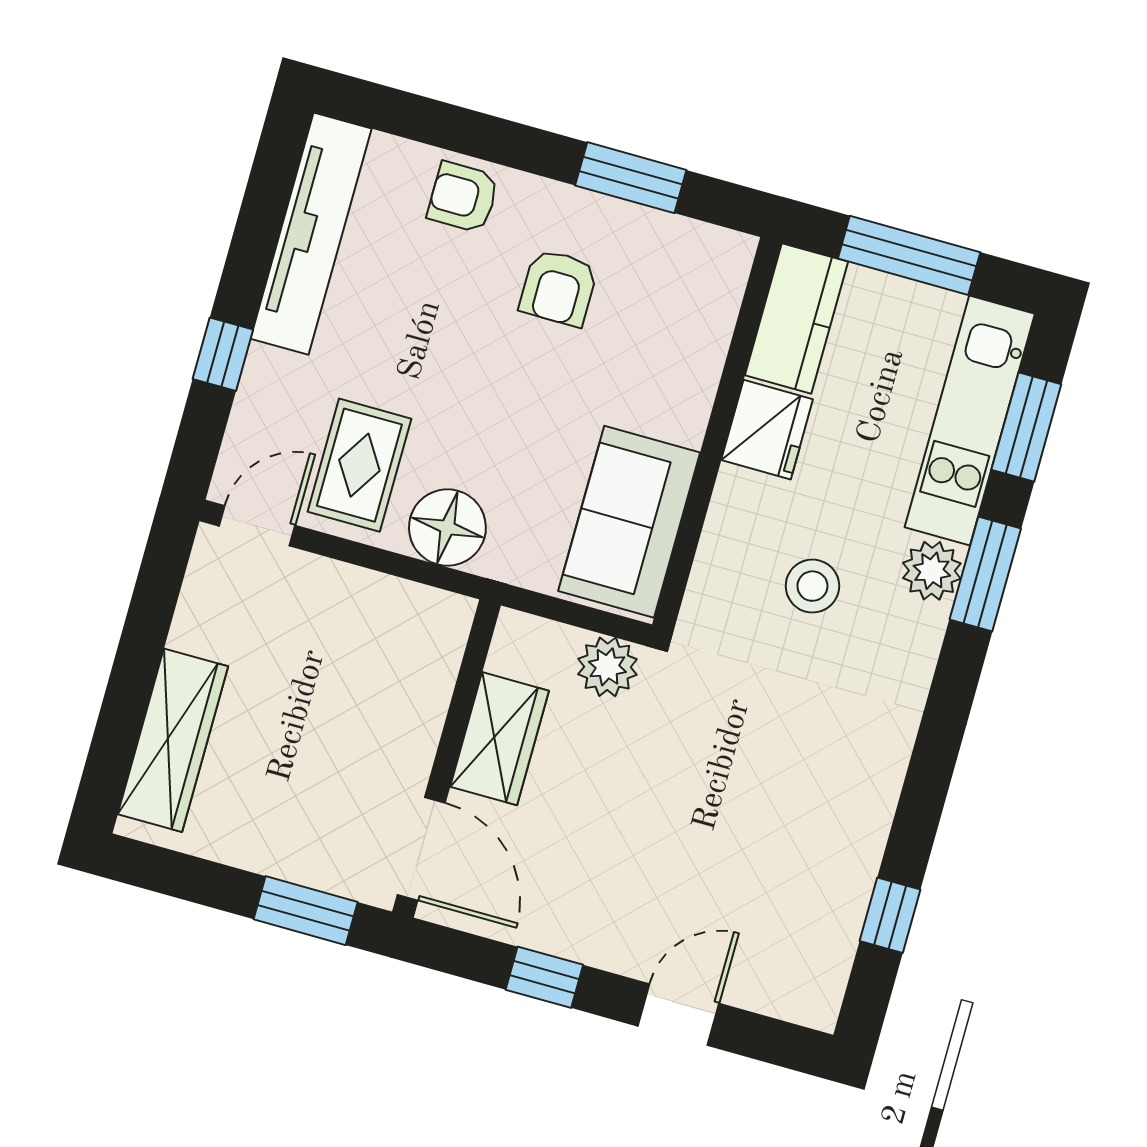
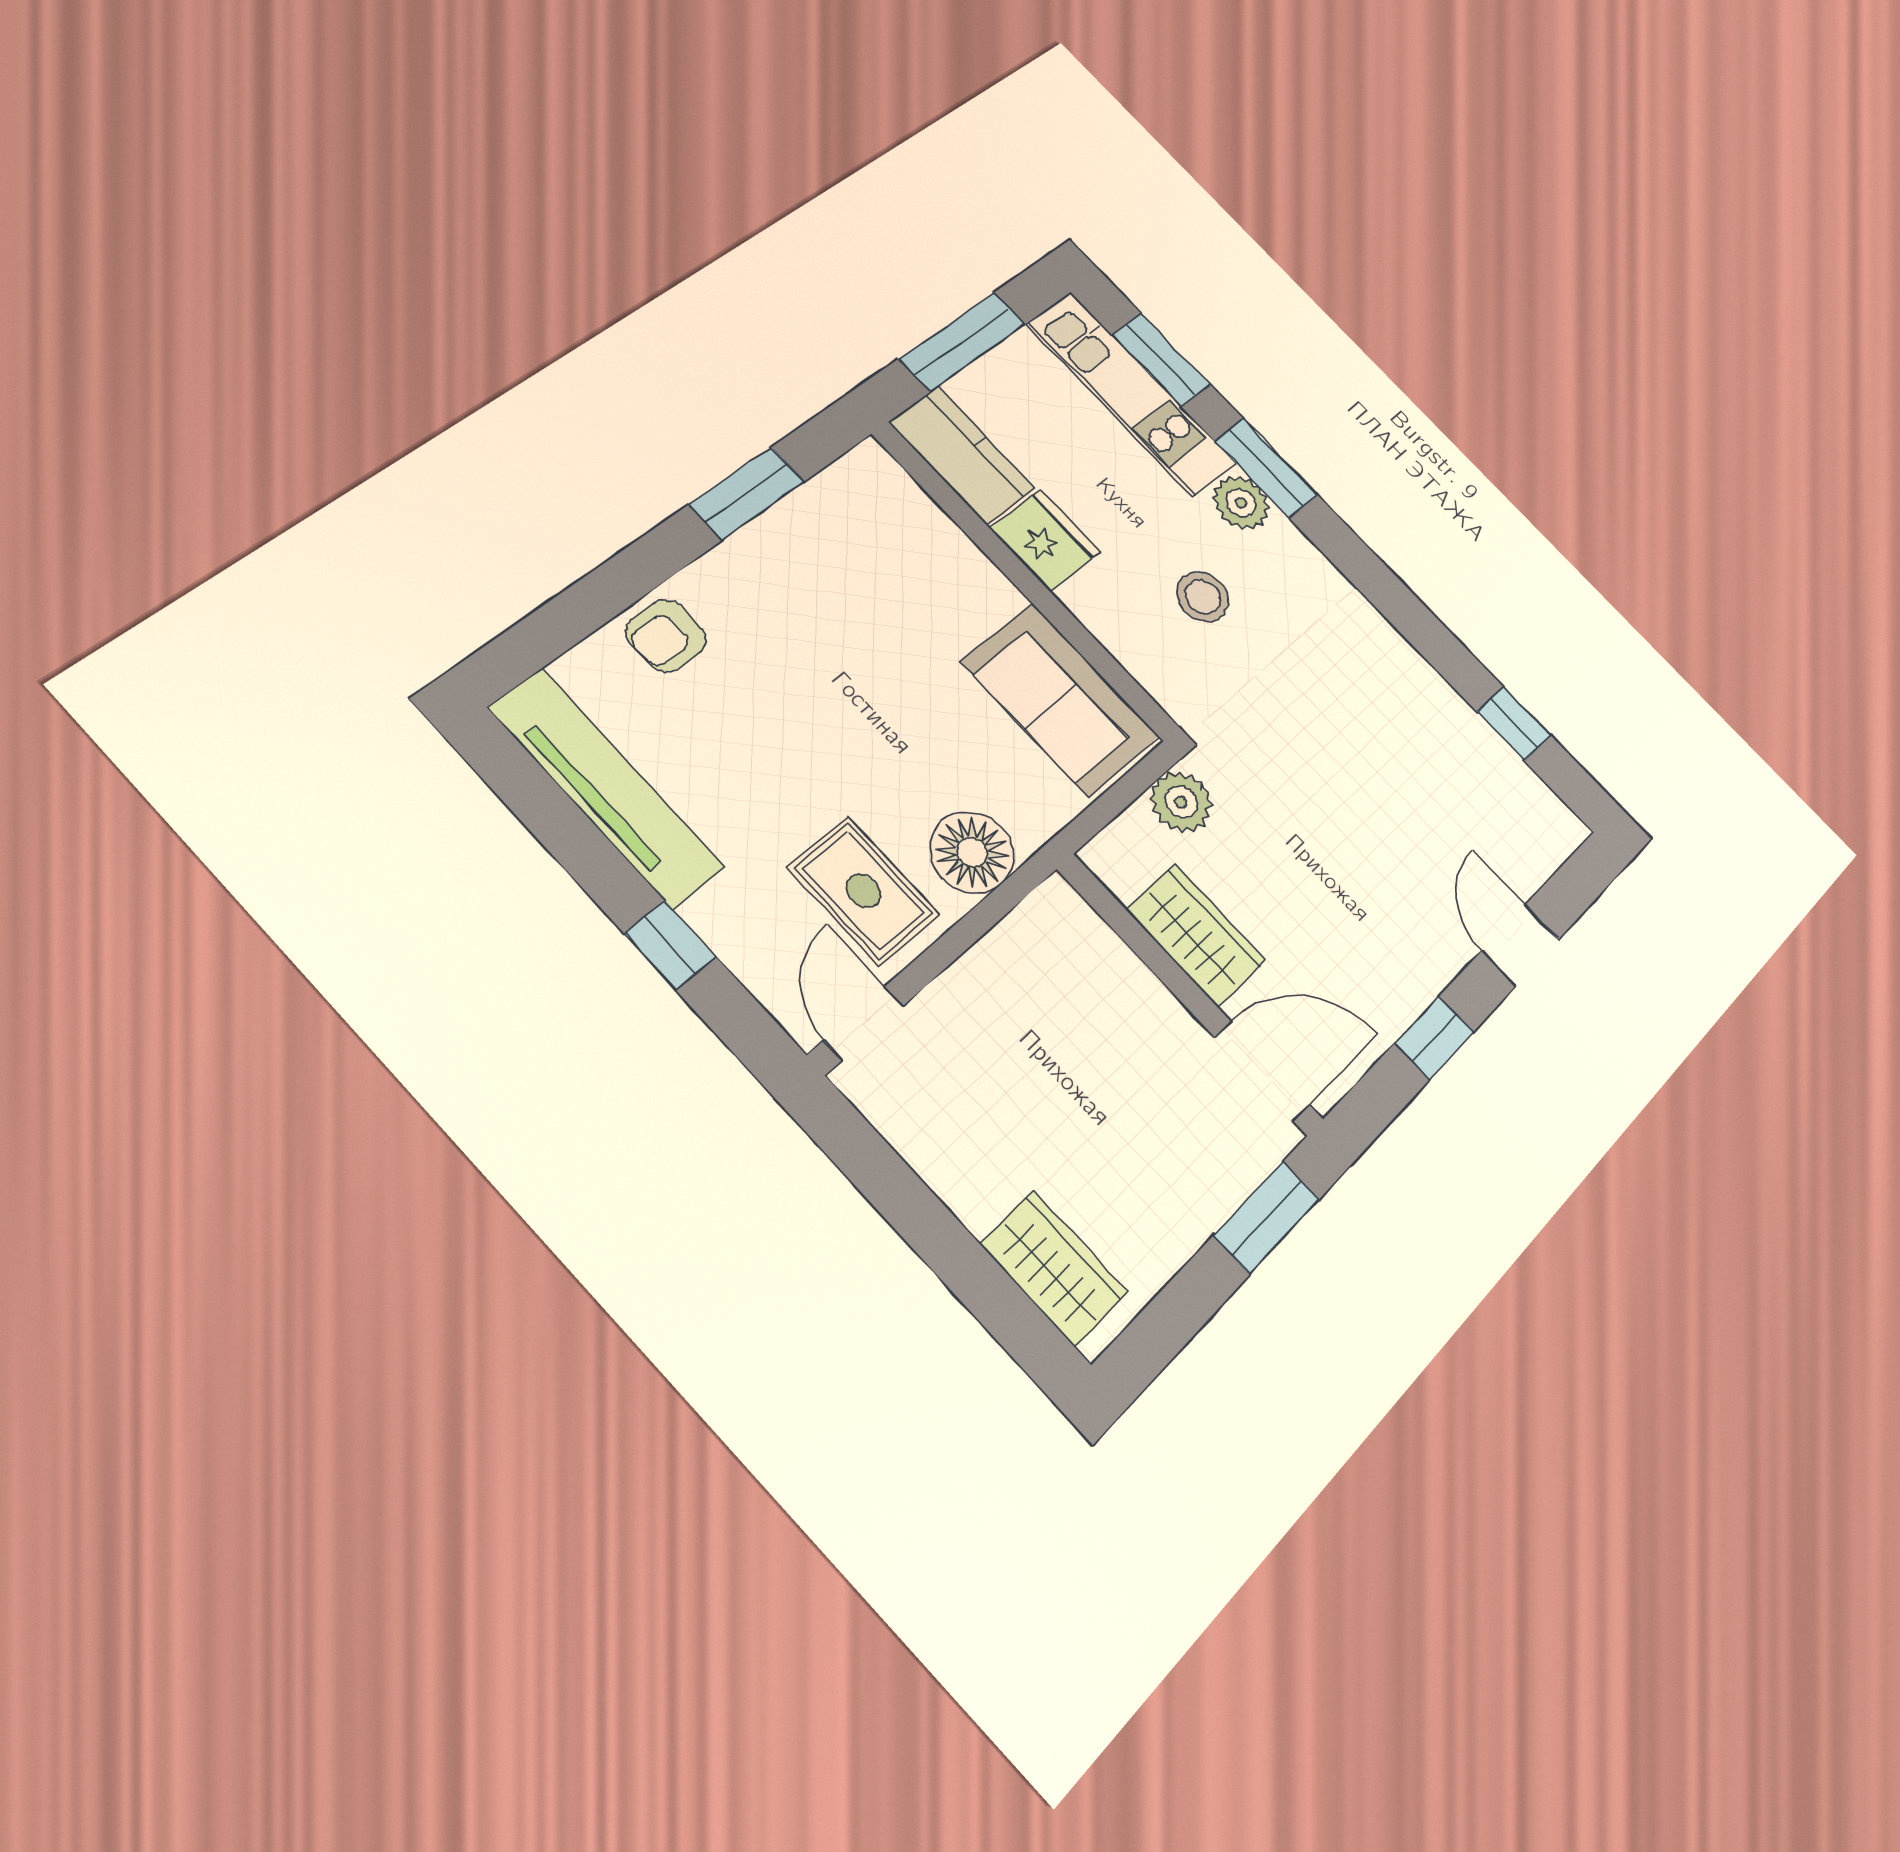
armchair: (558, 288) -> (808, 615), removed
wardrobe: (173, 740) -> (1054, 1268), width x0.67

